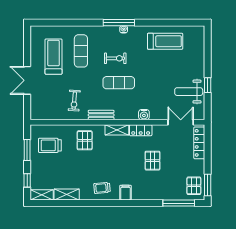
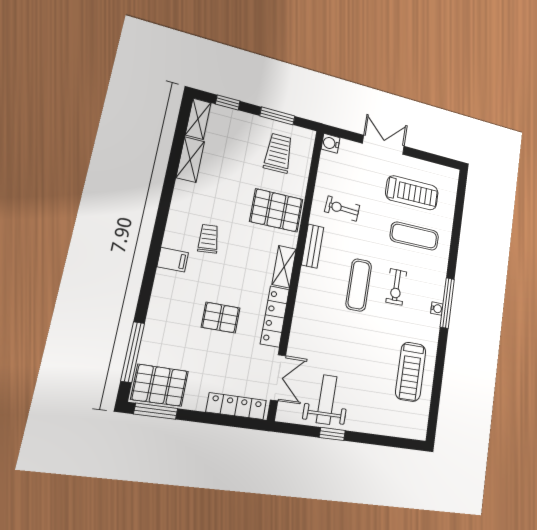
water cooler: (144, 115) -> (331, 143), moved
locker: (141, 130) -> (275, 316), width x1.53
pallet: (85, 140) -> (276, 210), width x1.50, depth x1.42
pallet: (194, 186) -> (160, 385), width x1.50, depth x1.42
trolley: (102, 188) -> (209, 239), moved

